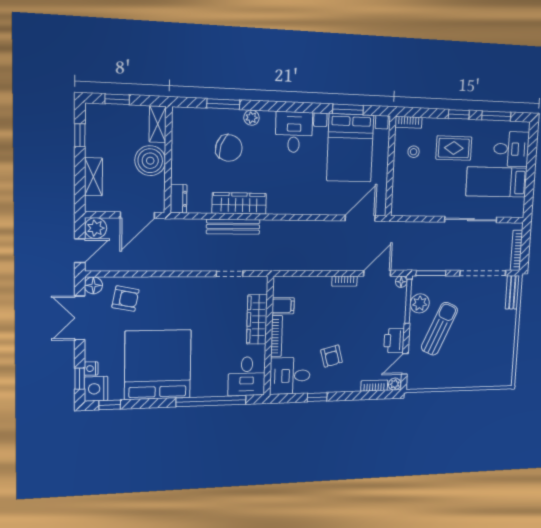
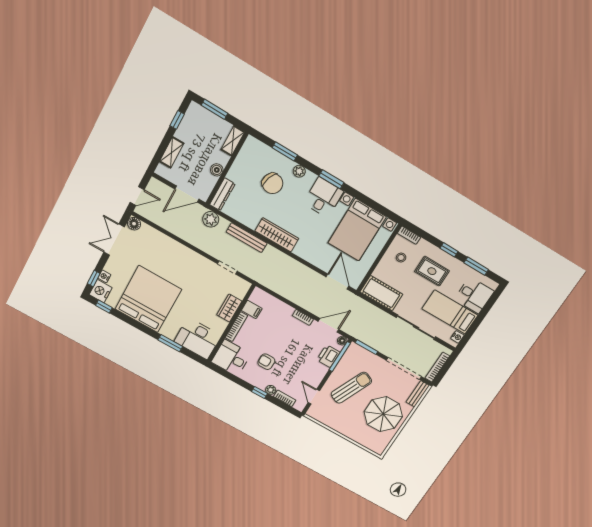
window: (117, 99) -> (215, 109), width x1.50
window: (348, 109) -> (331, 179), moved
boiler: (150, 161) -> (217, 170), width x0.54, depth x0.54
dresser: (179, 199) -> (222, 194), width x1.44
wardrobe: (239, 203) -> (277, 235), moved
cot: (414, 204) -> (381, 293), added
nightstand: (519, 205) -> (457, 337), added
door: (360, 218) -> (337, 282), hinge flipped
plant: (96, 228) -> (211, 219), moved
armchair: (125, 299) -> (150, 244), removed
plant: (420, 303) -> (347, 363), removed
wardrobe: (257, 319) -> (229, 308), width x0.67
parasol: (489, 337) -> (383, 414), added
printer: (394, 340) -> (328, 356), moved
armchair: (332, 356) -> (266, 362), turned 105
door: (405, 364) -> (314, 397), hinge flipped
desk: (247, 376) -> (198, 339), width x1.37
plant: (395, 384) -> (271, 390), moved
window: (317, 397) -> (260, 392), moved
window: (211, 401) -> (170, 343), width x0.47

